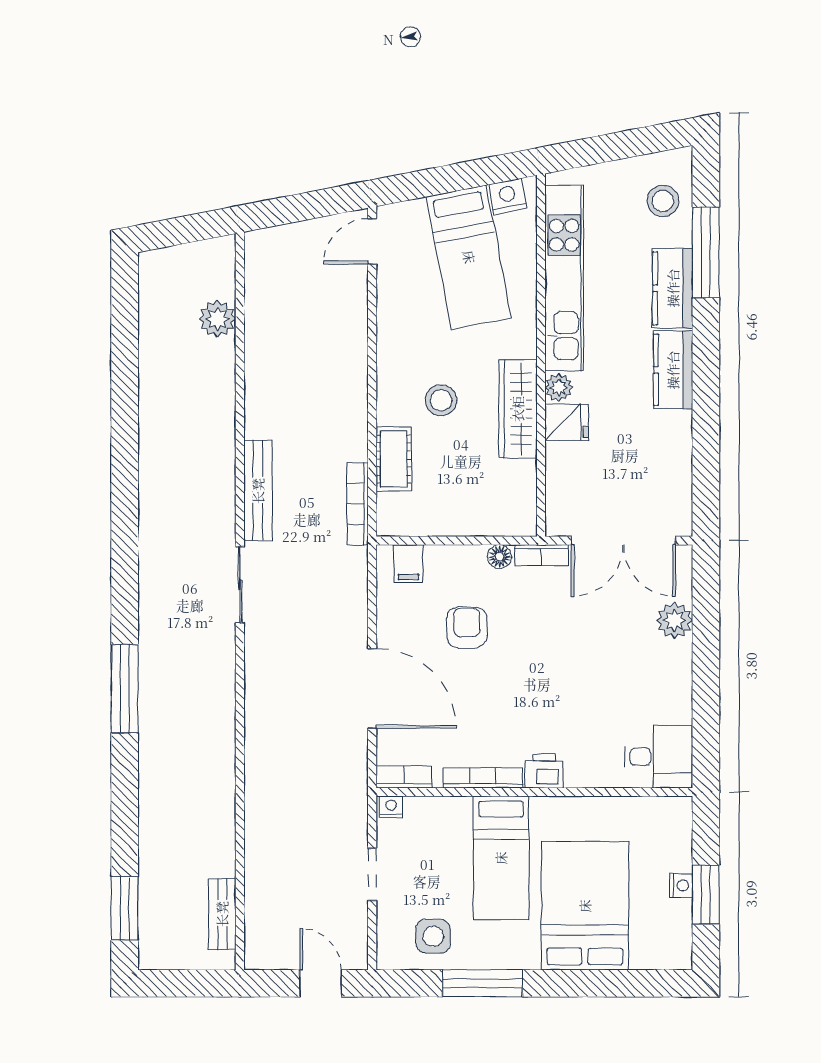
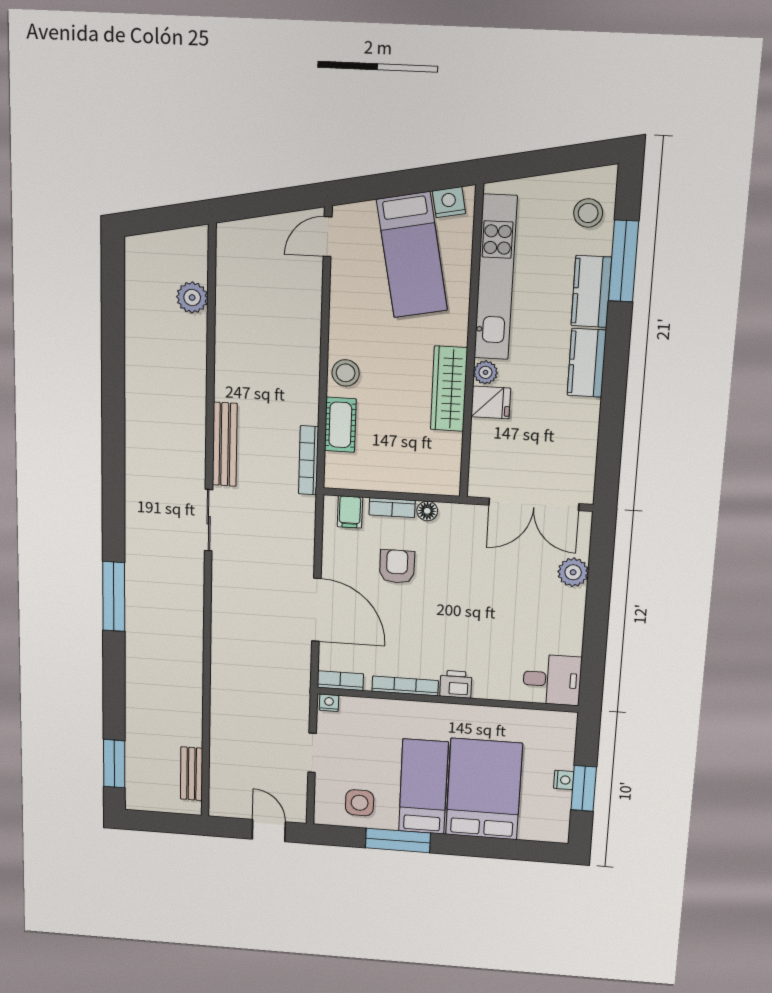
stool: (441, 400) -> (346, 373), moved
bookcase: (541, 555) -> (392, 508), moved
bed: (501, 858) -> (423, 787), moved, turned 180

